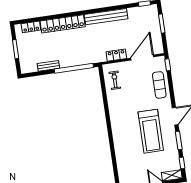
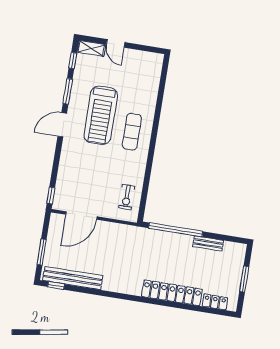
bench: (106, 17) -> (73, 278), moved
locker: (116, 55) -> (114, 229), removed
exercise mat: (159, 85) -> (132, 132), moved
treadmill: (151, 131) -> (101, 115), turned 180

